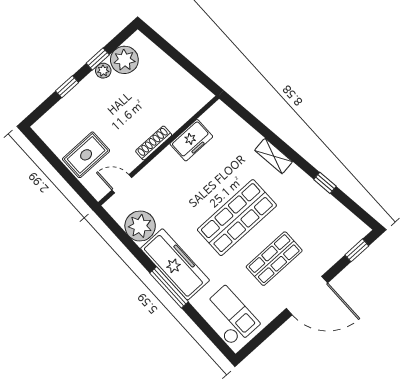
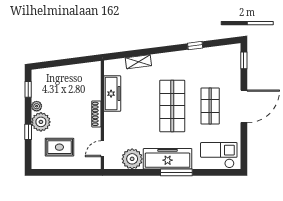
window: (98, 59) -> (28, 89), moved
plant: (124, 60) -> (41, 122), moved
freezer: (191, 140) -> (112, 94), width x1.40
rug: (86, 155) -> (59, 147), moved, turned 90
shelving: (274, 156) -> (138, 62), moved

